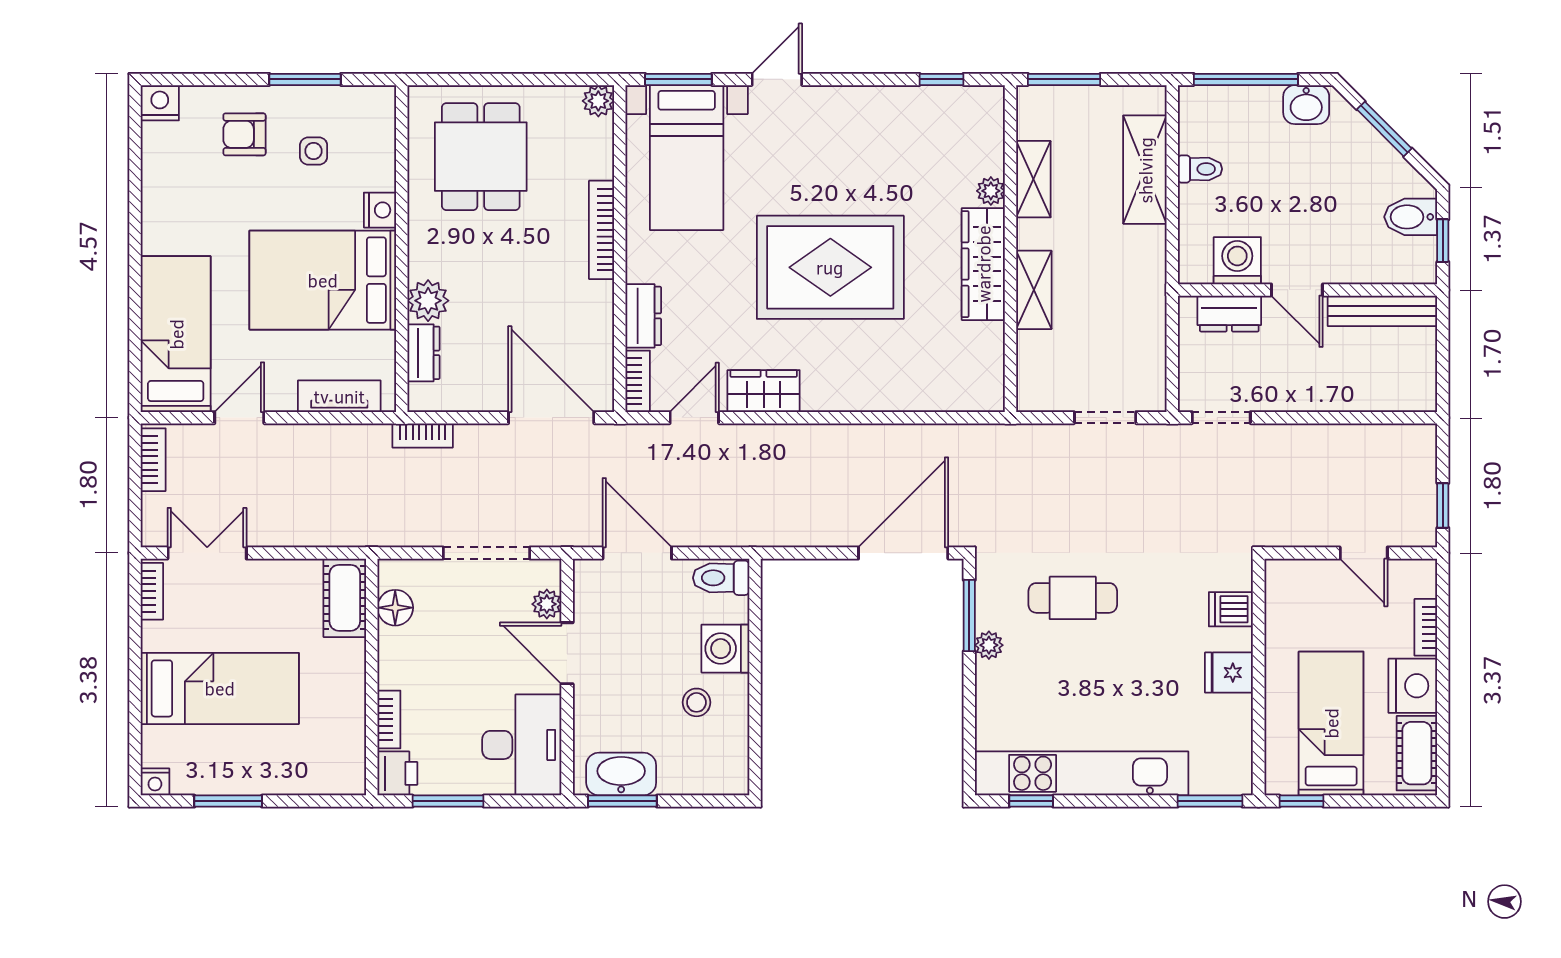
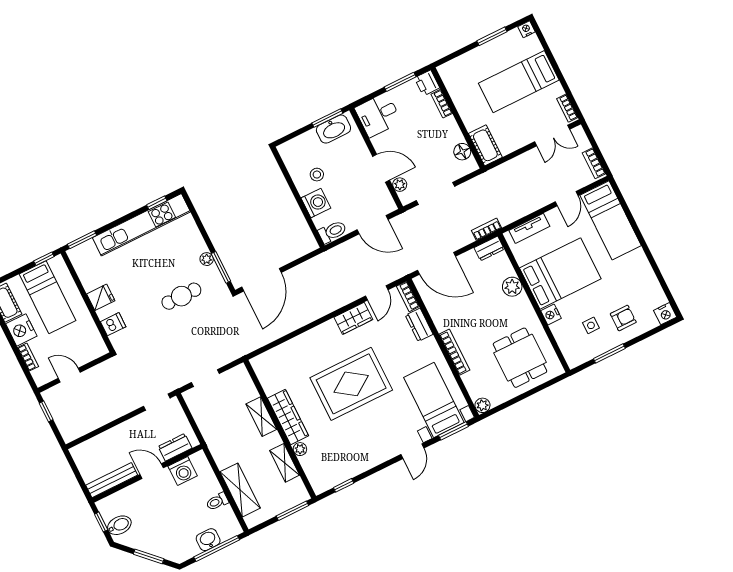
washbasin: (1306, 105) -> (208, 540), moved
dresser: (423, 353) -> (489, 248), moved, turned -90
desk: (522, 745) -> (378, 115), width x0.73

